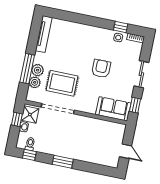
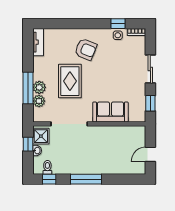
tv unit: (44, 34) -> (38, 42), width x0.71
armchair: (101, 69) -> (86, 49), moved, turned 112
rug: (62, 83) -> (70, 81), moved, turned 90
sofa: (113, 109) -> (110, 112), moved
door: (126, 151) -> (150, 154), swing flipped
window: (63, 162) -> (86, 179), width x1.44

